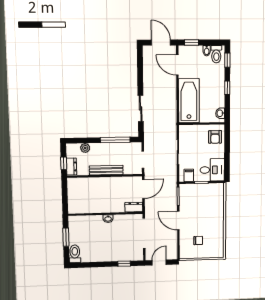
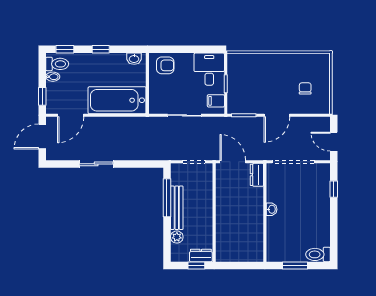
sliding door: (141, 108) -> (96, 164), moved
bench: (106, 170) -> (177, 208), moved

